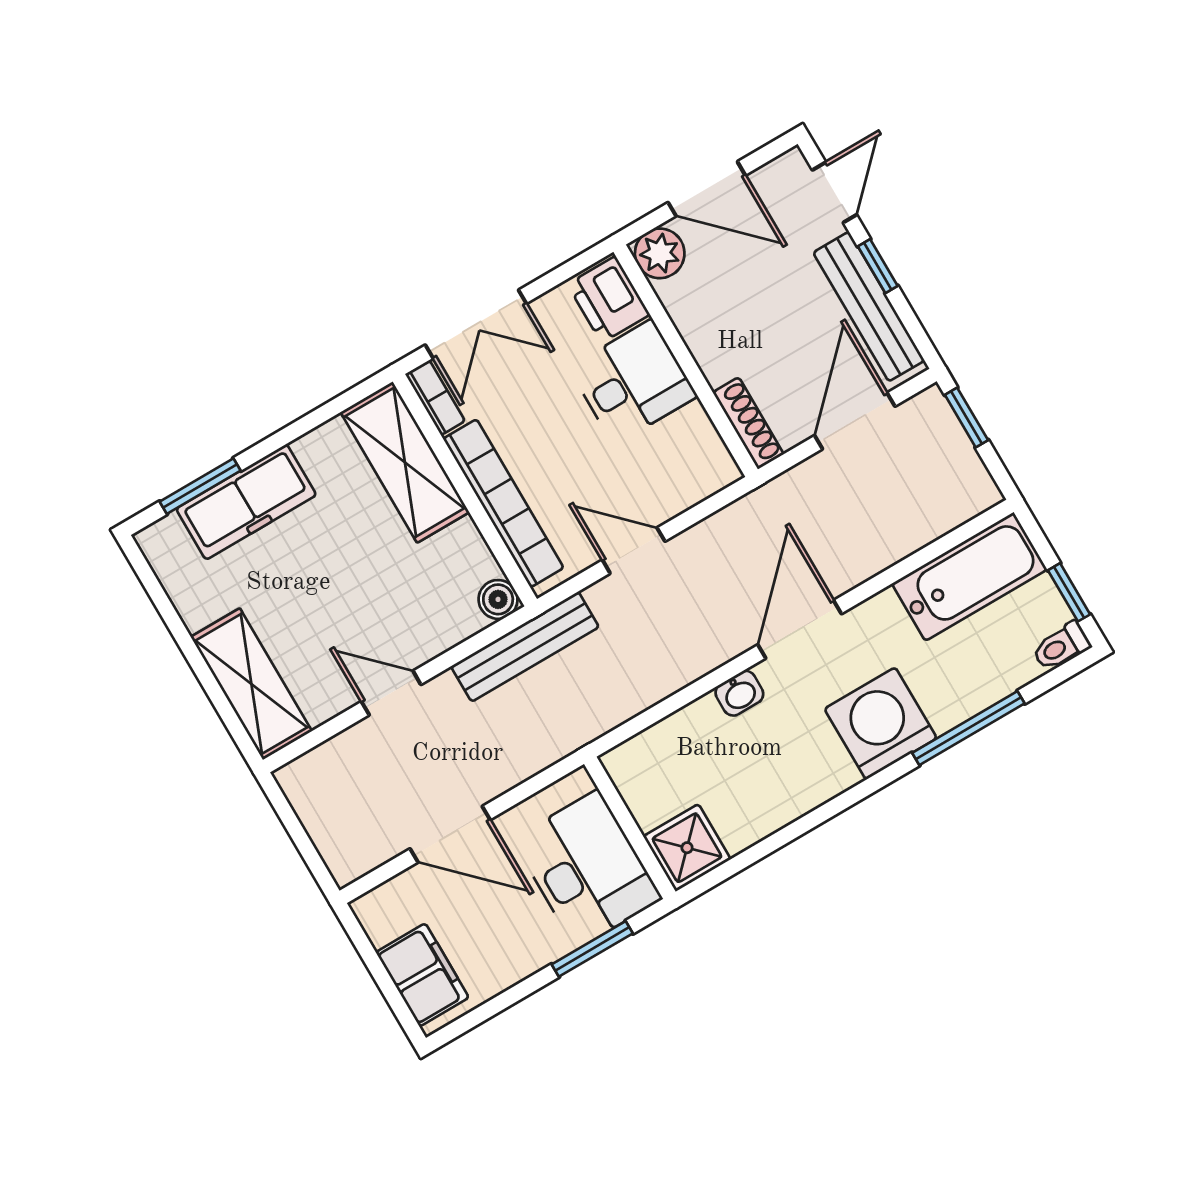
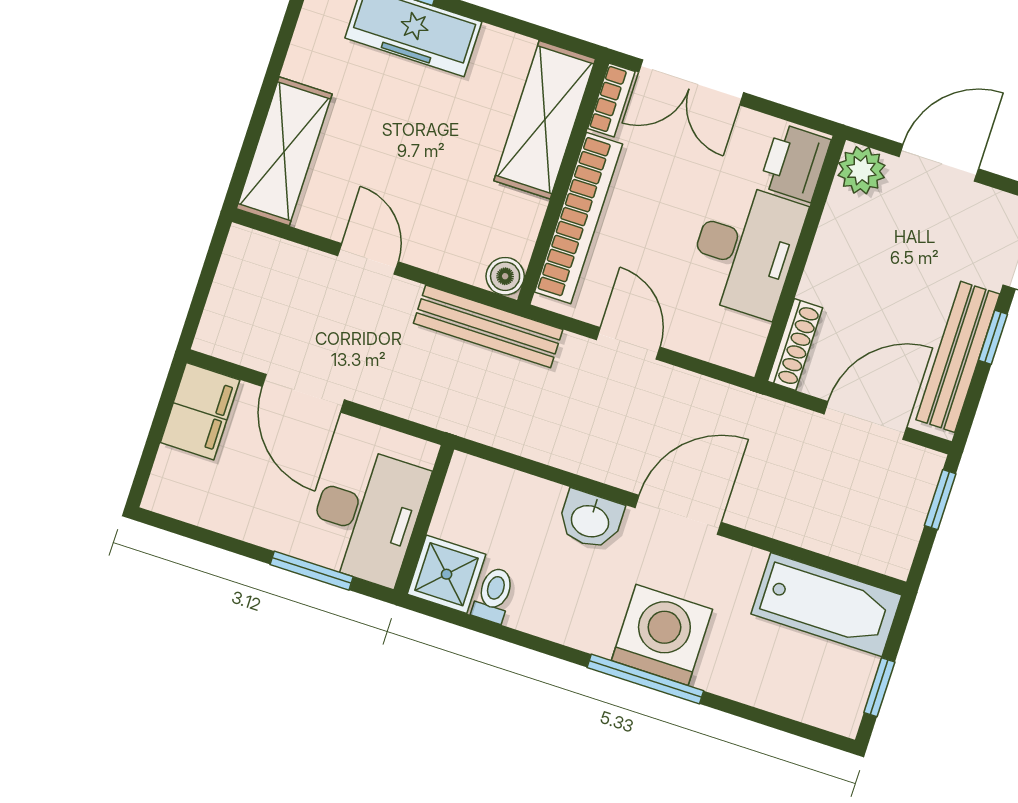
door: (707, 189) -> (939, 163), swing flipped
desk: (633, 382) -> (746, 250), width x1.37
toilet: (1061, 646) -> (494, 595), moved, turned 90
washbasin: (739, 693) -> (590, 520), width x1.38, depth x1.45
window: (968, 728) -> (645, 679), moved
filing cabinet: (422, 975) -> (200, 411), moved

